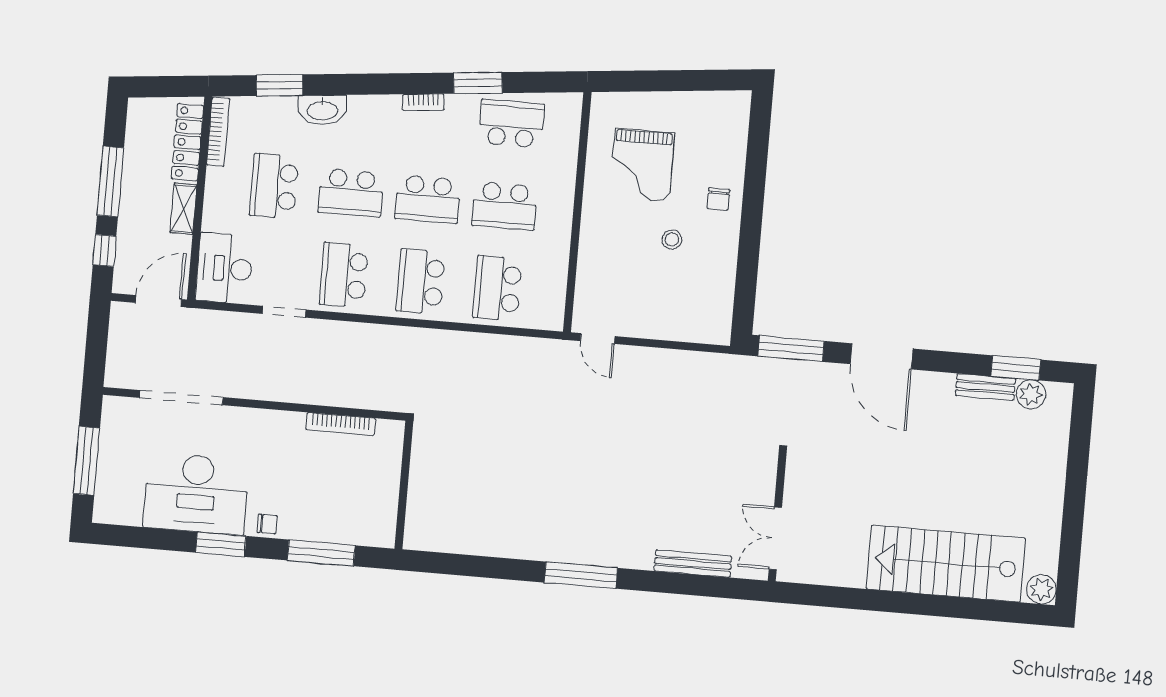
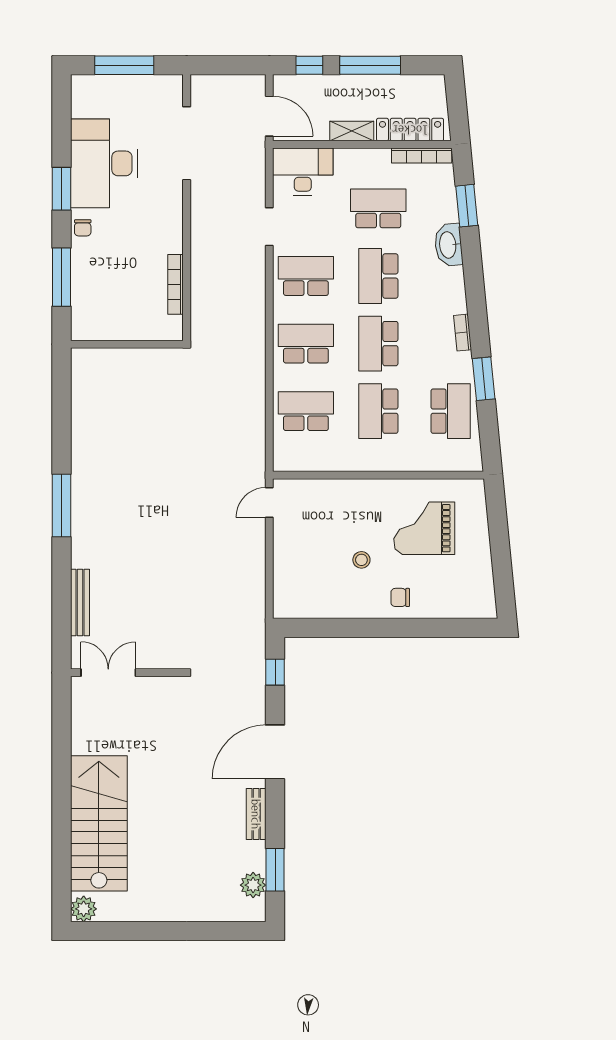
window: (791, 349) -> (275, 672), width x0.46
bench: (985, 387) -> (256, 814), moved

